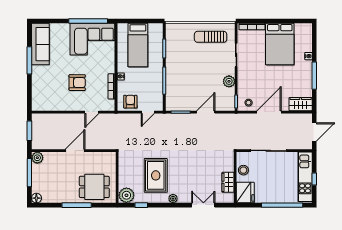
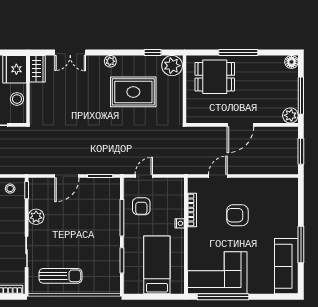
armchair: (130, 102) -> (141, 206), moved
rug: (156, 175) -> (133, 92), turned 90
wardrobe: (228, 182) -> (37, 69), moved

